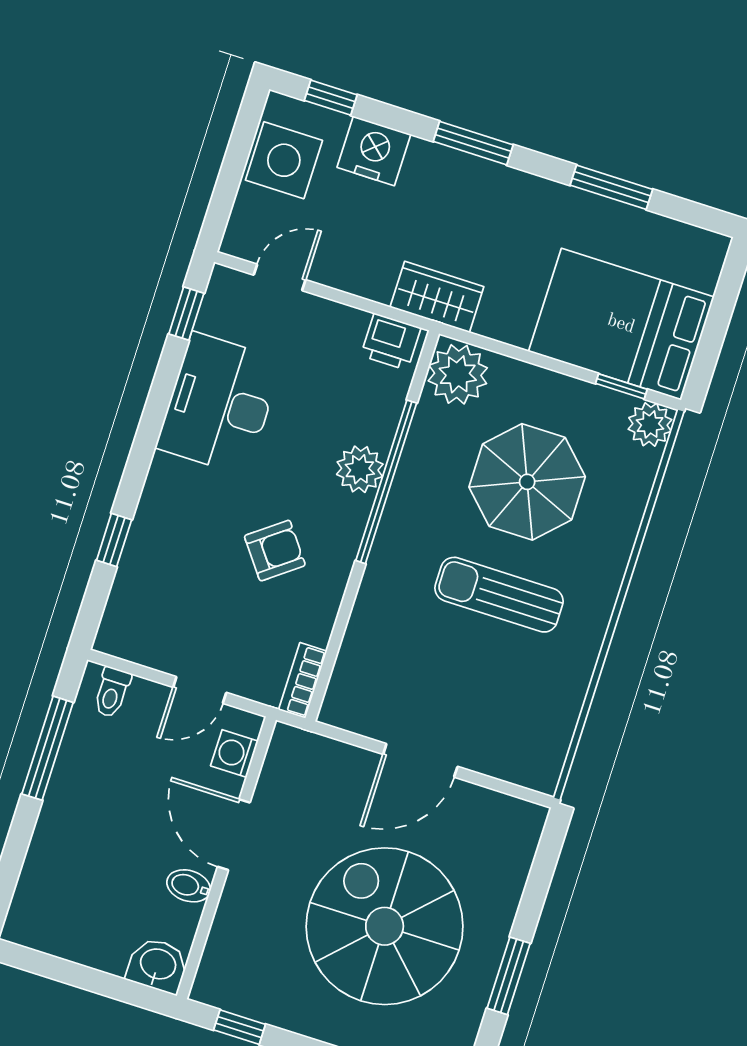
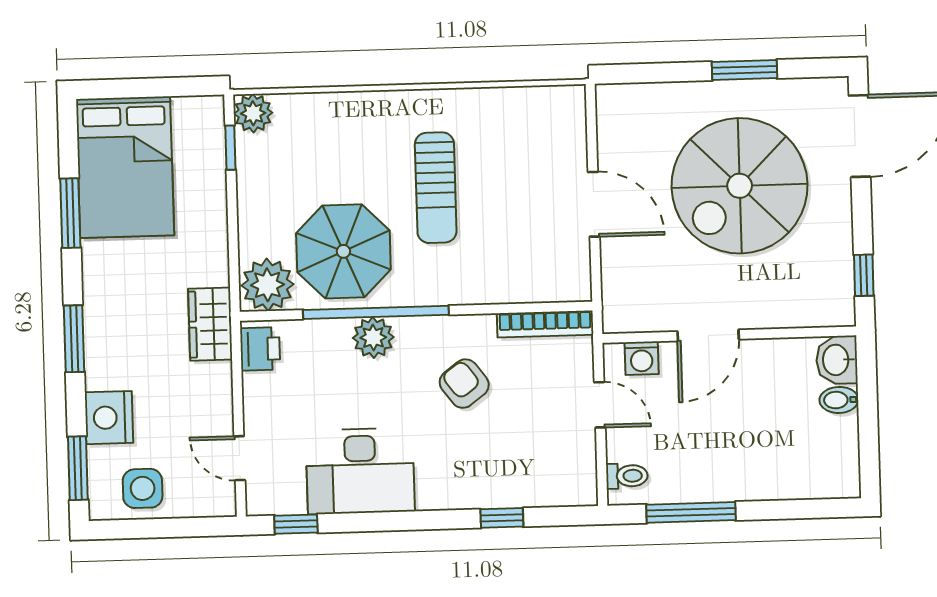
window: (331, 98) -> (78, 468), width x1.50
side table: (284, 160) -> (143, 488), width x0.73, depth x0.73
bed: (621, 324) -> (125, 167), moved
parasol: (527, 482) -> (343, 251), moved
bookcase: (303, 680) -> (545, 324), width x1.56
bidet: (189, 886) -> (839, 400), moved, turned 90

